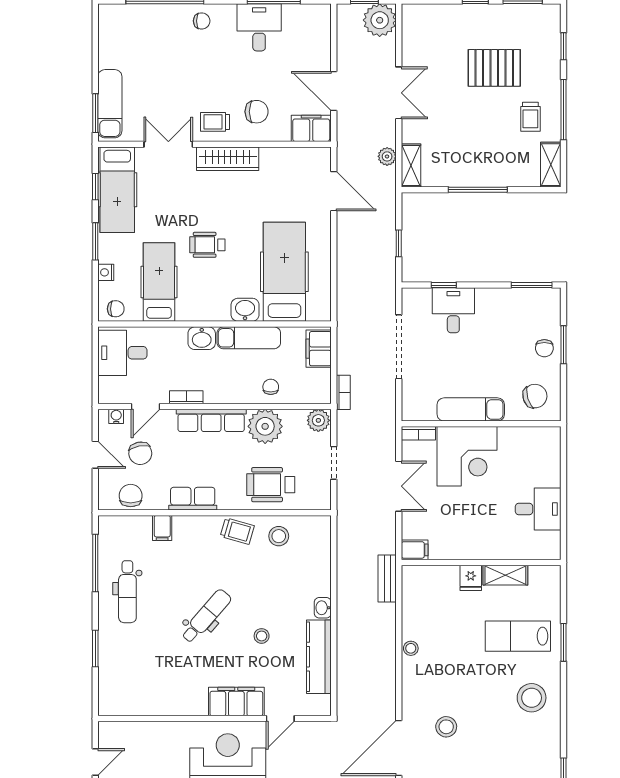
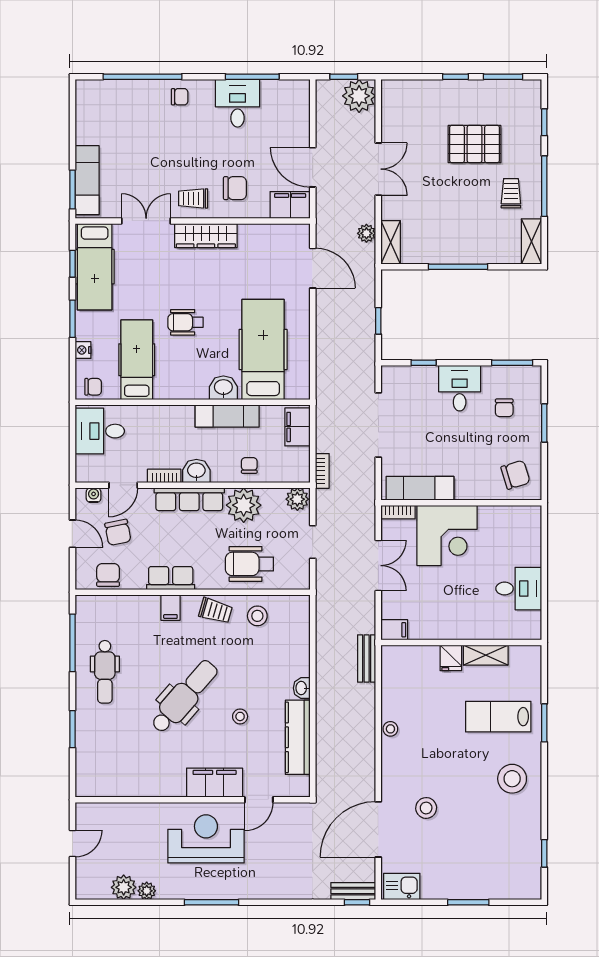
trolley: (530, 117) -> (511, 193), turned 180
desk: (453, 310) -> (460, 388), moved
washbasin: (202, 338) -> (196, 471), moved, turned 180
chair: (544, 348) -> (504, 408), moved
exam couch: (471, 409) -> (420, 488), moved
filing cabinet: (162, 528) -> (170, 608), moved
dental chair: (206, 616) -> (184, 697), width x1.36, depth x1.38

